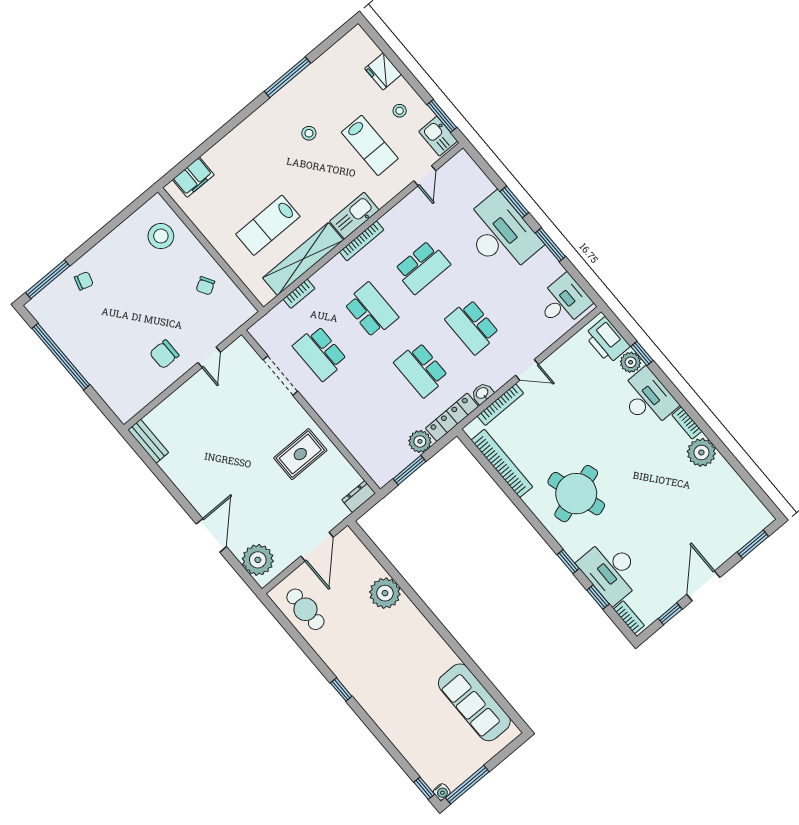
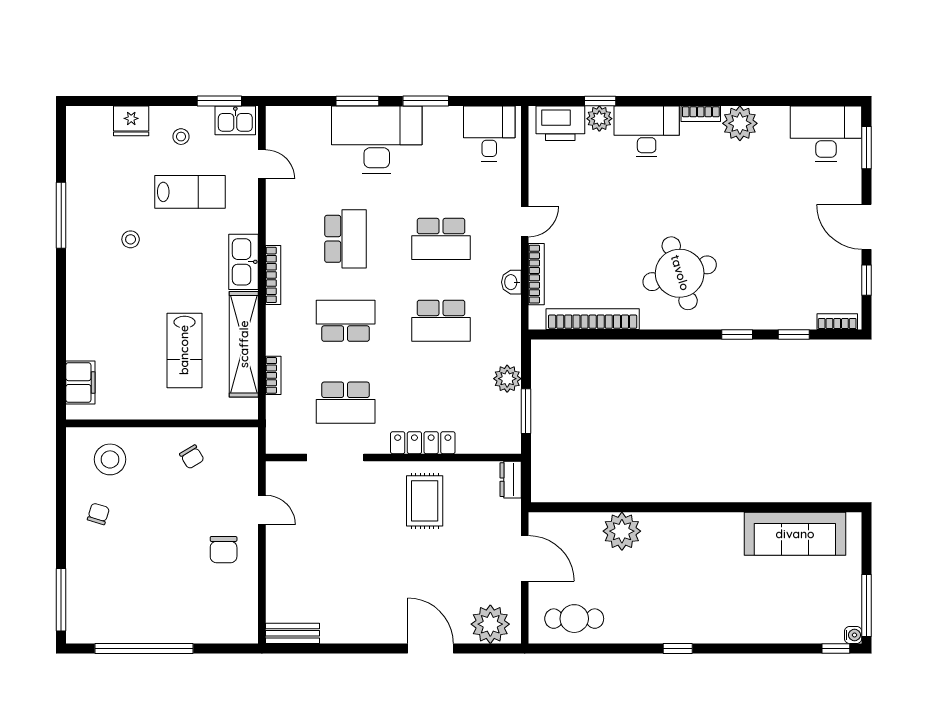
chair: (84, 281) -> (98, 514), moved
locker: (452, 417) -> (423, 443), moved, turned 90
desk: (611, 571) -> (826, 134), moved, turned 180

